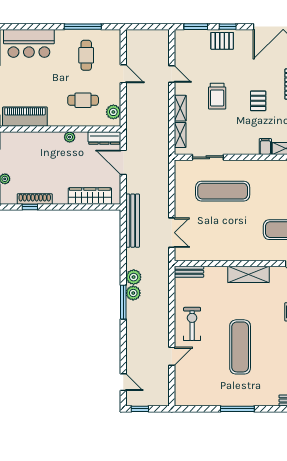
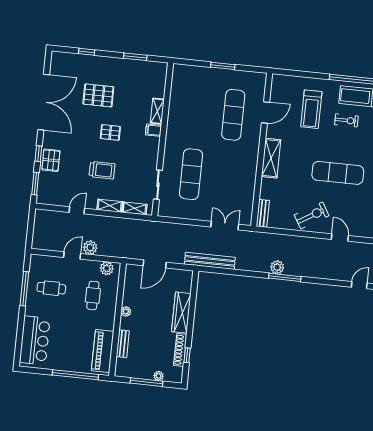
bench: (35, 137) -> (123, 344), added
dresser: (104, 138) -> (130, 279), removed
wardrobe: (90, 196) -> (181, 313), moved
plant: (134, 277) -> (90, 248), moved
exercise bike: (192, 324) -> (312, 215), turned 149

